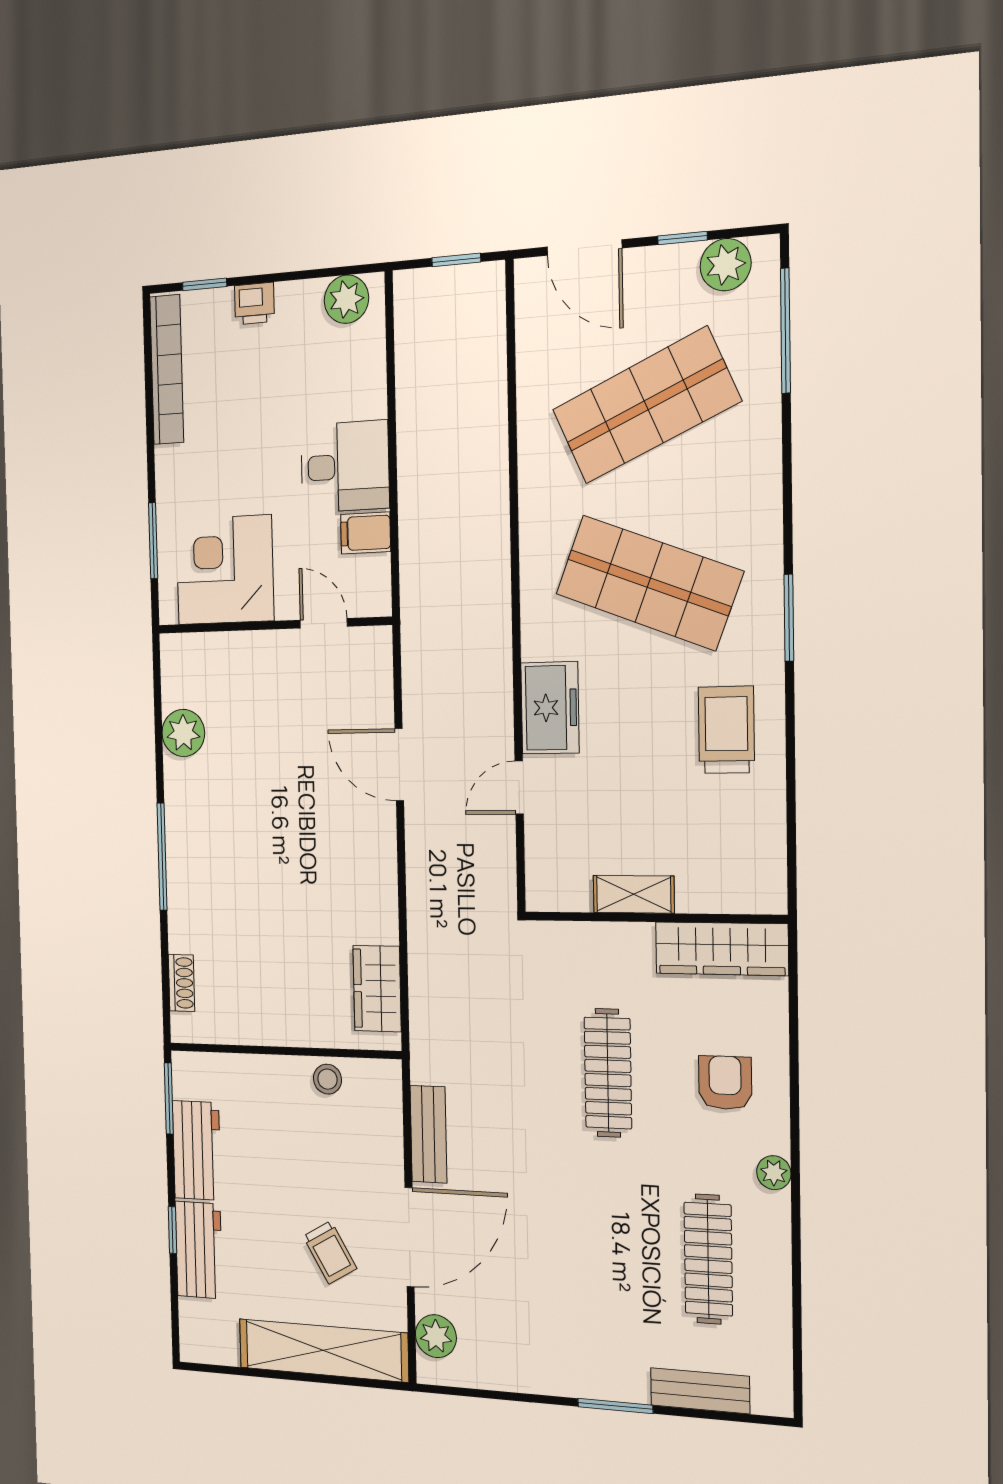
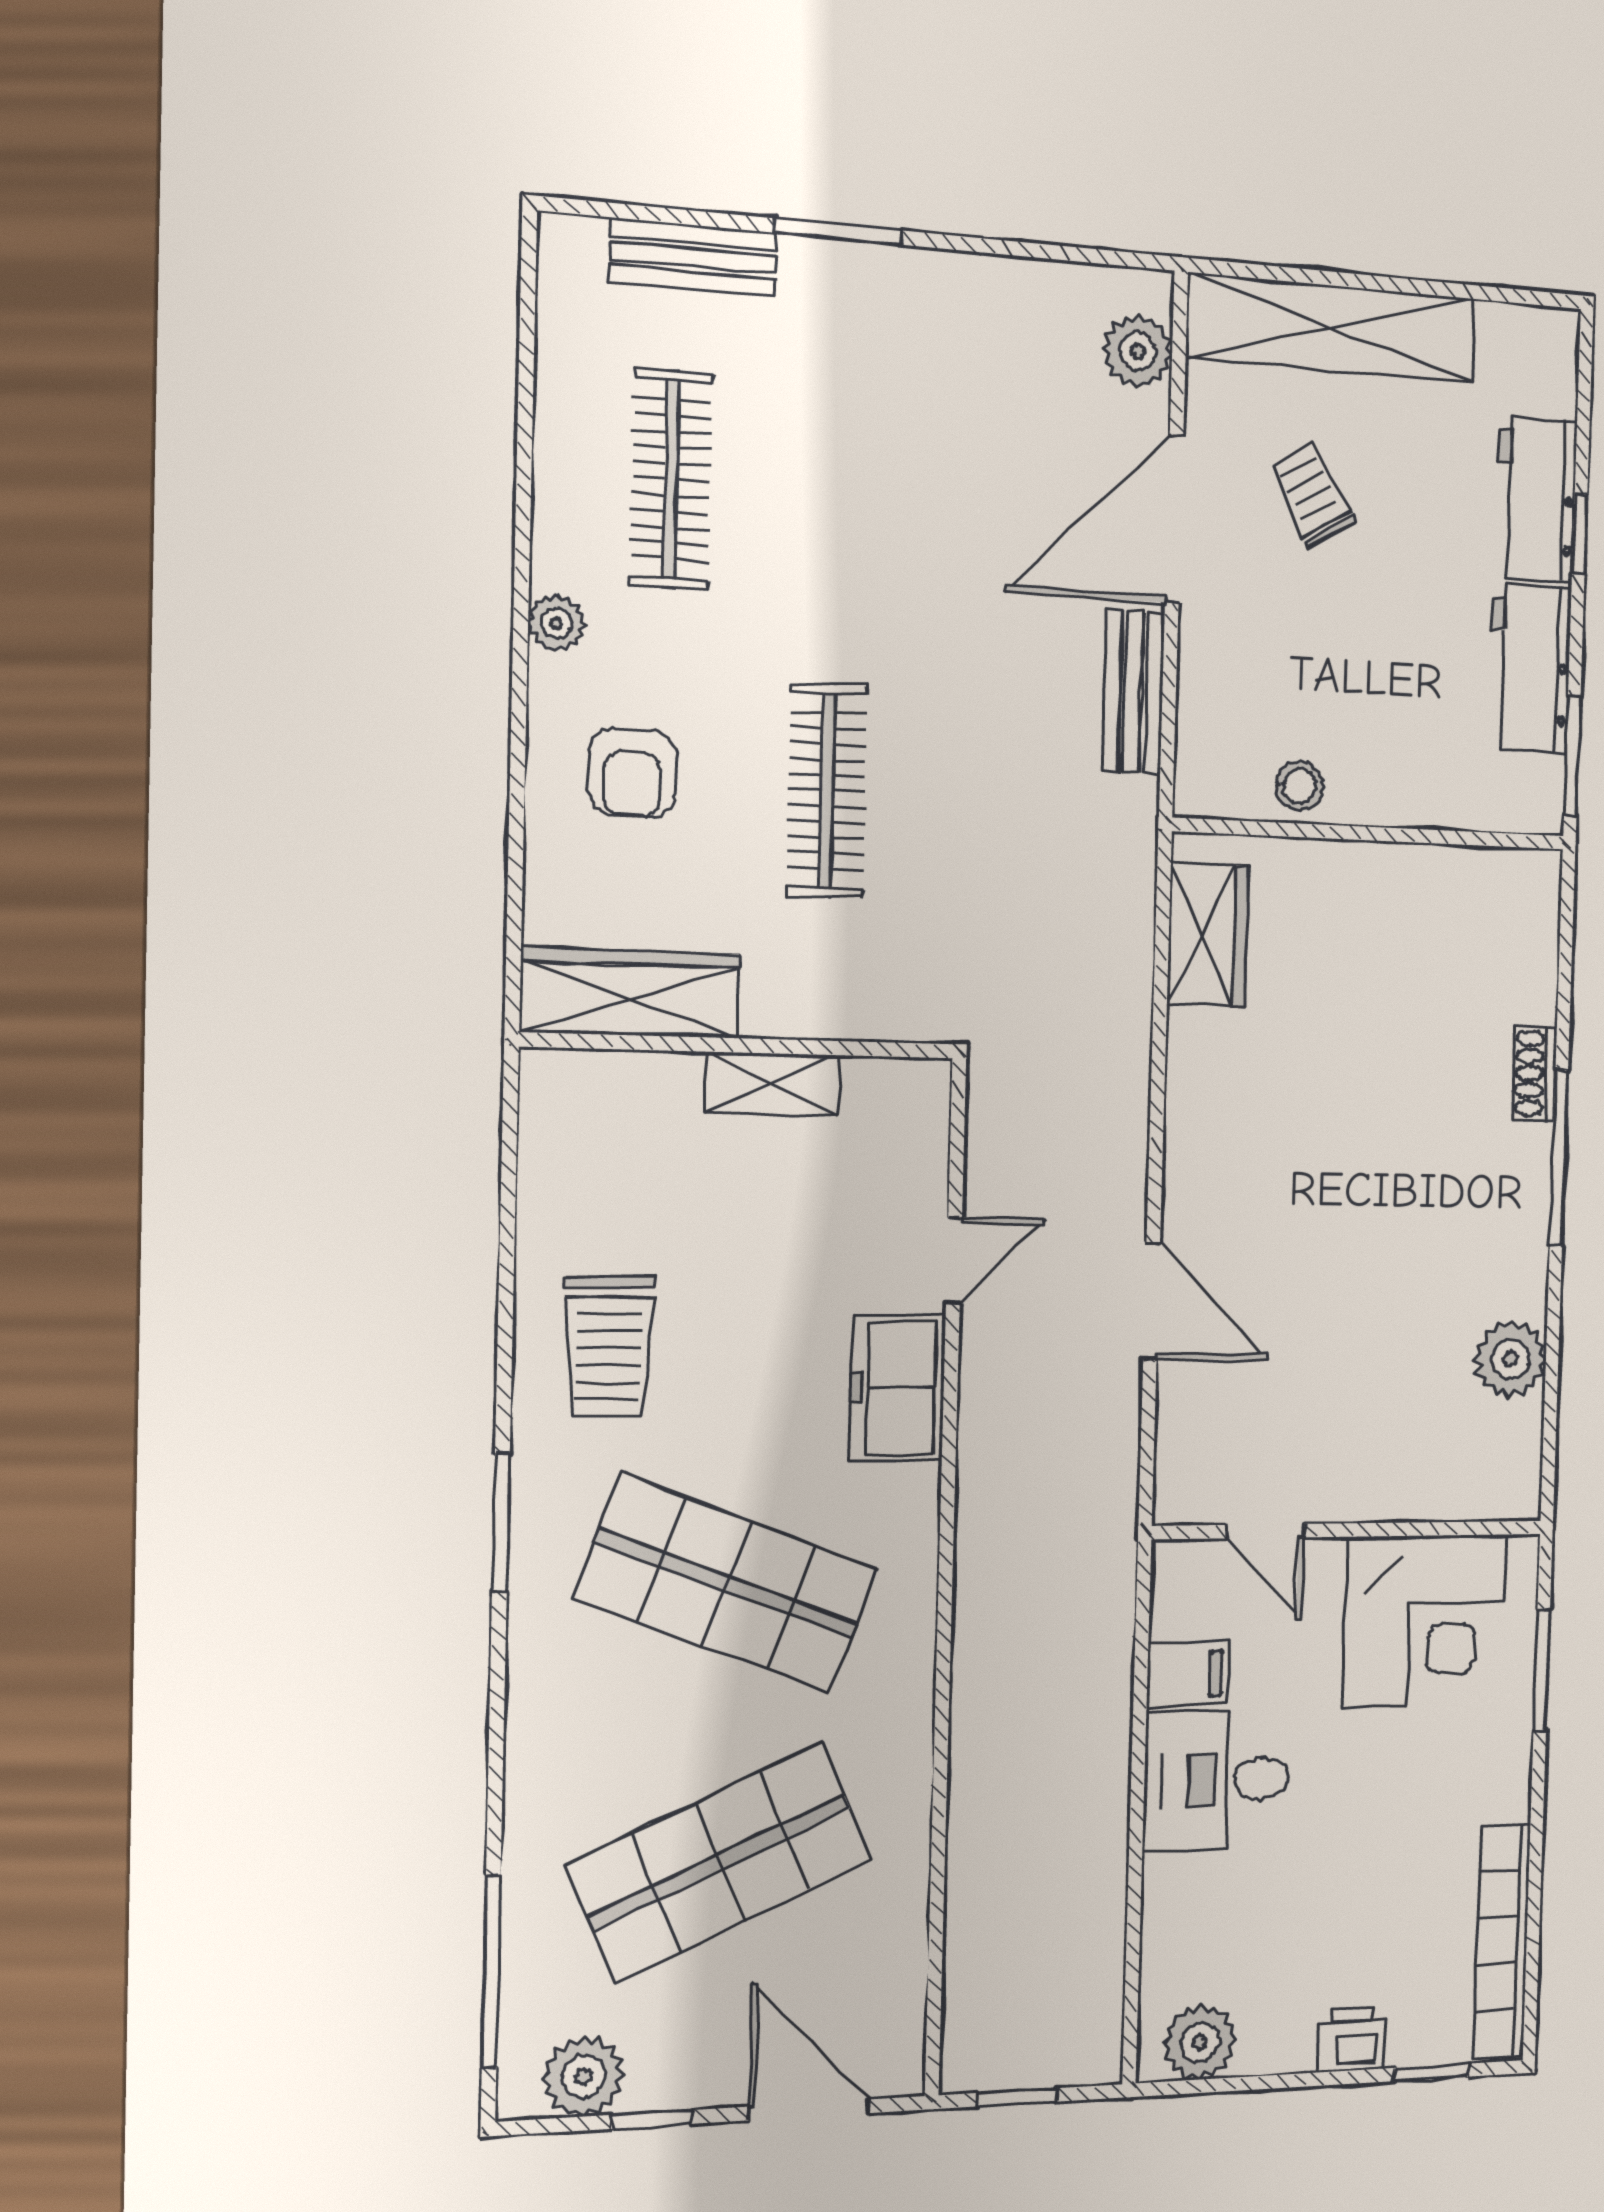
shoe rack: (181, 983) -> (1534, 1073), moved

